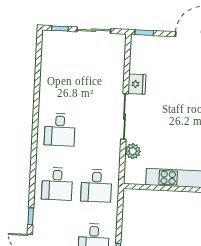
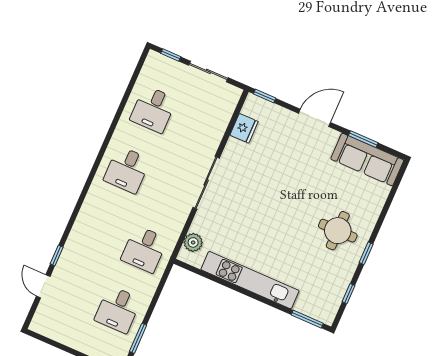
fridge: (137, 84) -> (244, 128), moved
plant: (133, 151) -> (193, 242), moved
desk: (57, 184) -> (153, 109), moved

